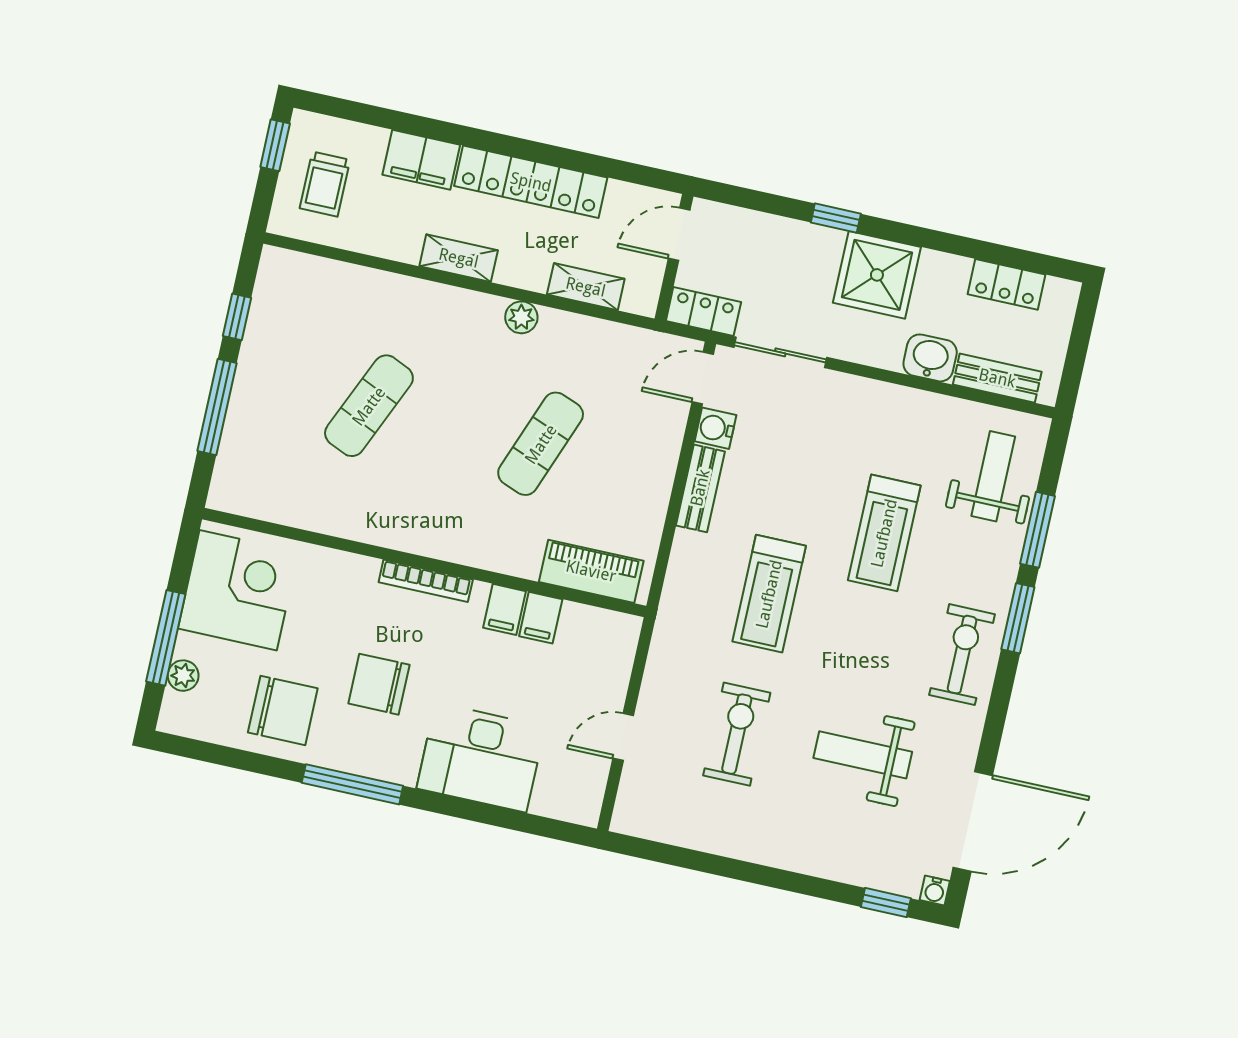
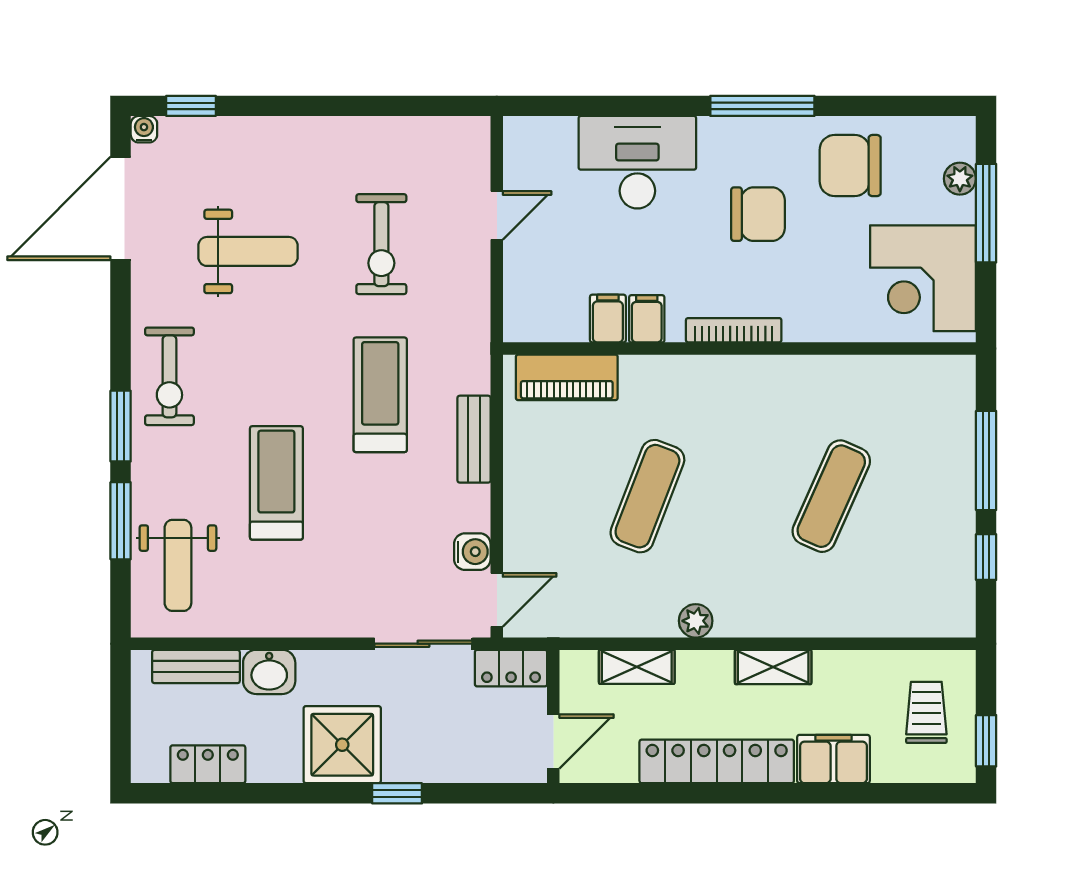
bench: (700, 488) -> (474, 439), moved

